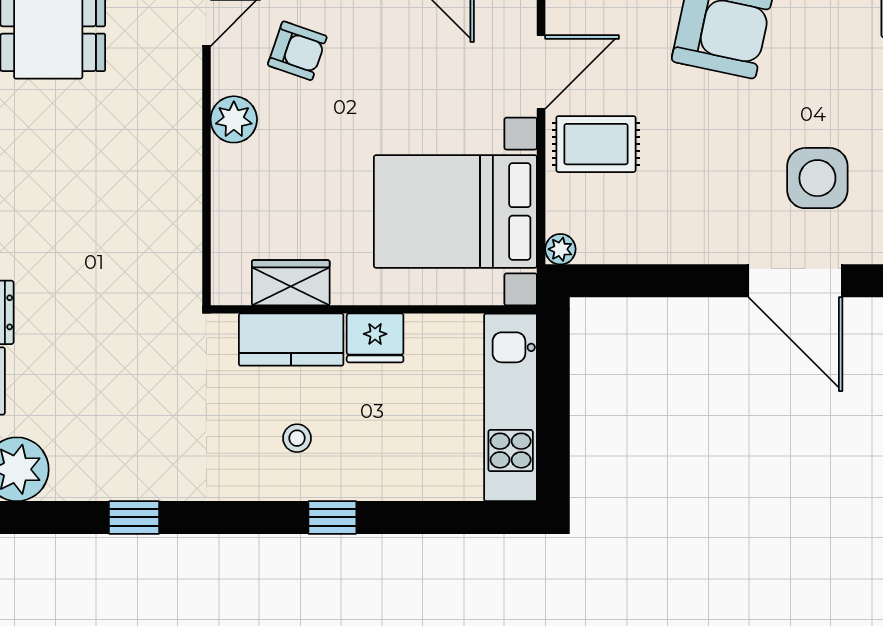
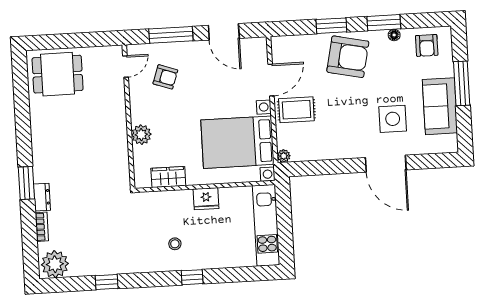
plant: (234, 119) -> (141, 135), moved
kitchen counter: (291, 340) -> (170, 202), removed

